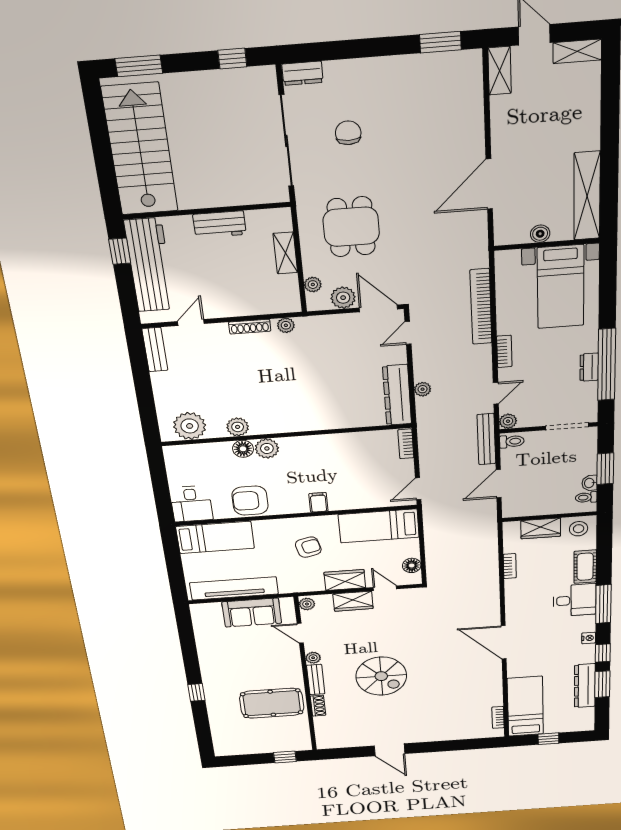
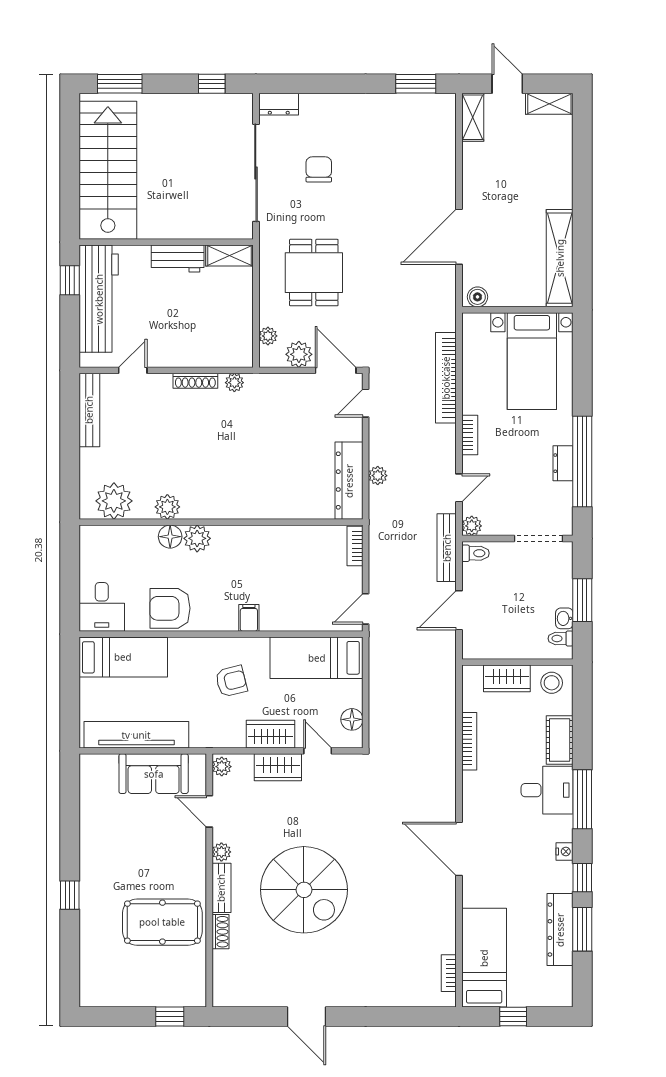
boiler: (540, 234) -> (477, 297), moved
shelving: (285, 253) -> (229, 256), moved, turned 90
bench: (155, 350) -> (89, 410), width x1.36
bookcase: (510, 566) -> (469, 741), width x1.56
spiral stairs: (381, 676) -> (304, 890), width x1.37, depth x1.37

